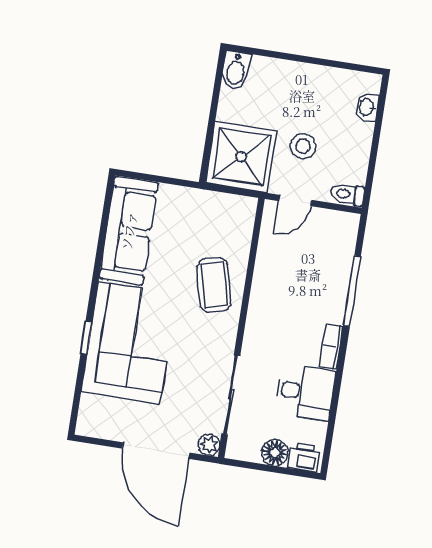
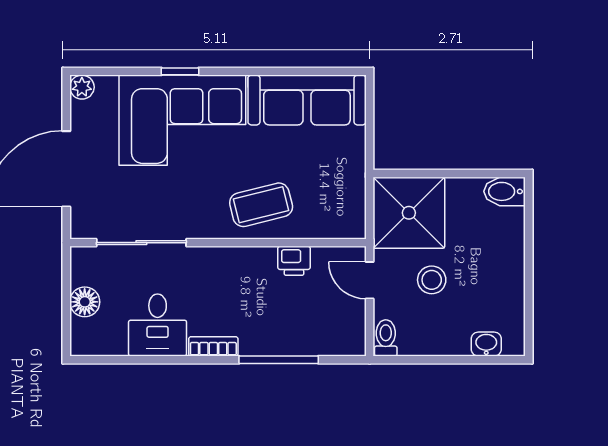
plant: (209, 445) -> (82, 87), moved
printer: (304, 457) -> (294, 261), moved, turned 90

